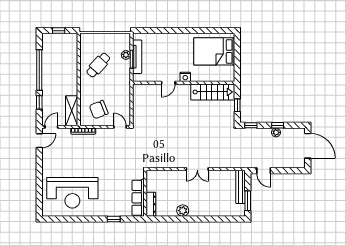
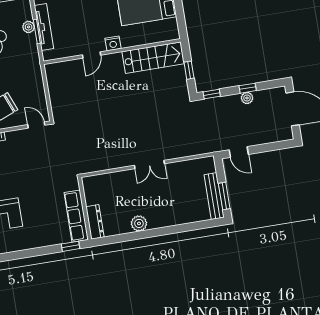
bench: (240, 187) -> (214, 196), moved
window: (114, 219) -> (70, 246), moved

